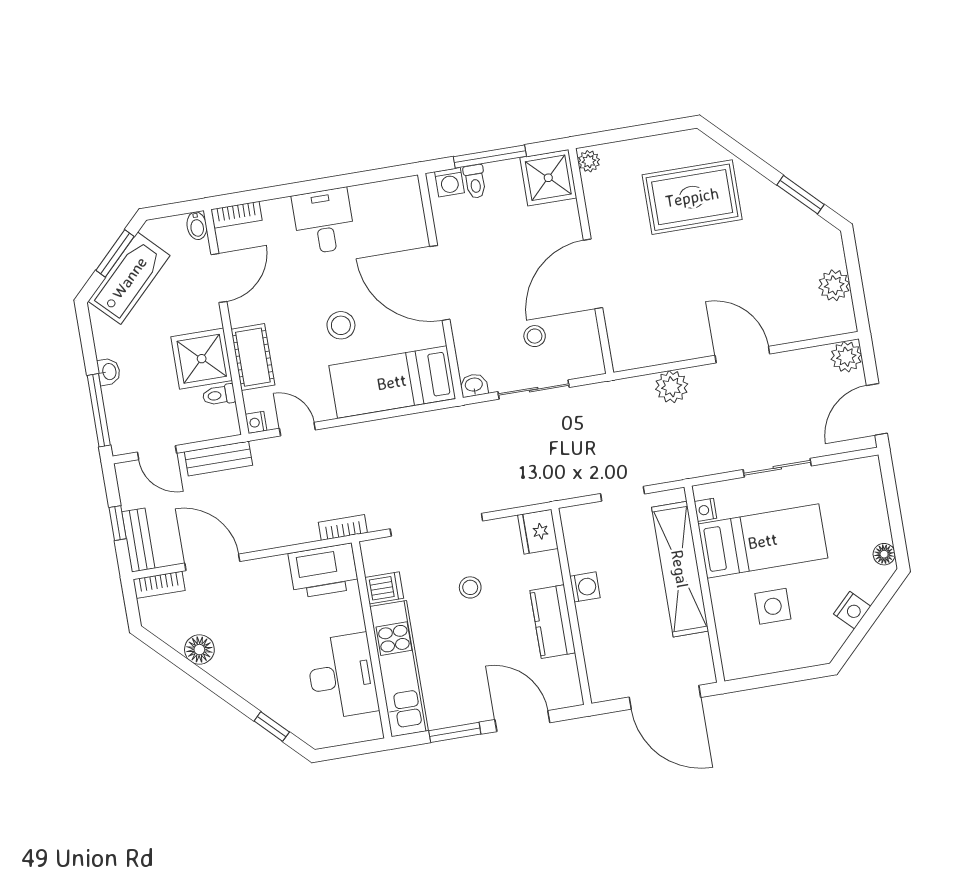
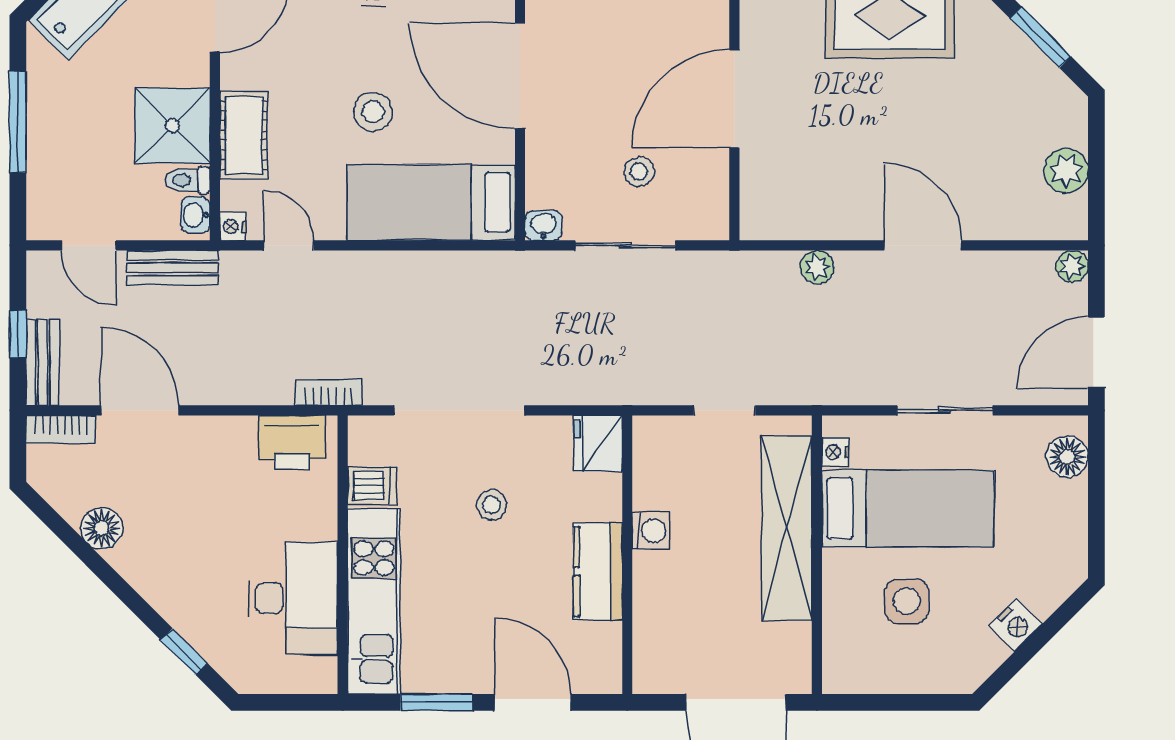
plant: (846, 357) -> (1072, 266), width x0.73, depth x0.73
washbasin: (109, 372) -> (195, 215), moved, turned 180
plant: (672, 387) -> (817, 267), width x0.73, depth x0.73
window: (99, 410) -> (18, 122), moved
floor lamp: (884, 554) -> (1067, 457), moved, width x1.37, depth x1.37
printer: (323, 571) -> (292, 443), width x0.73, depth x0.84

